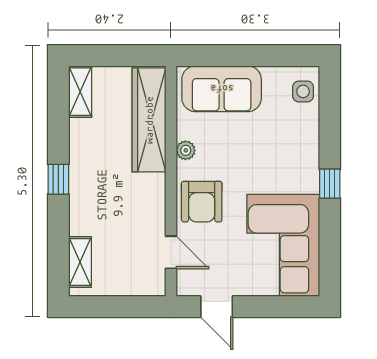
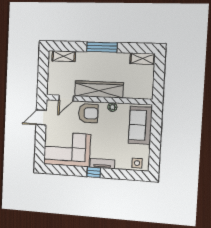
wardrobe: (149, 120) -> (99, 89), moved
tv unit: (309, 166) -> (102, 164), added
window: (58, 179) -> (102, 47), width x2.17
armchair: (202, 202) -> (88, 113), turned 180

